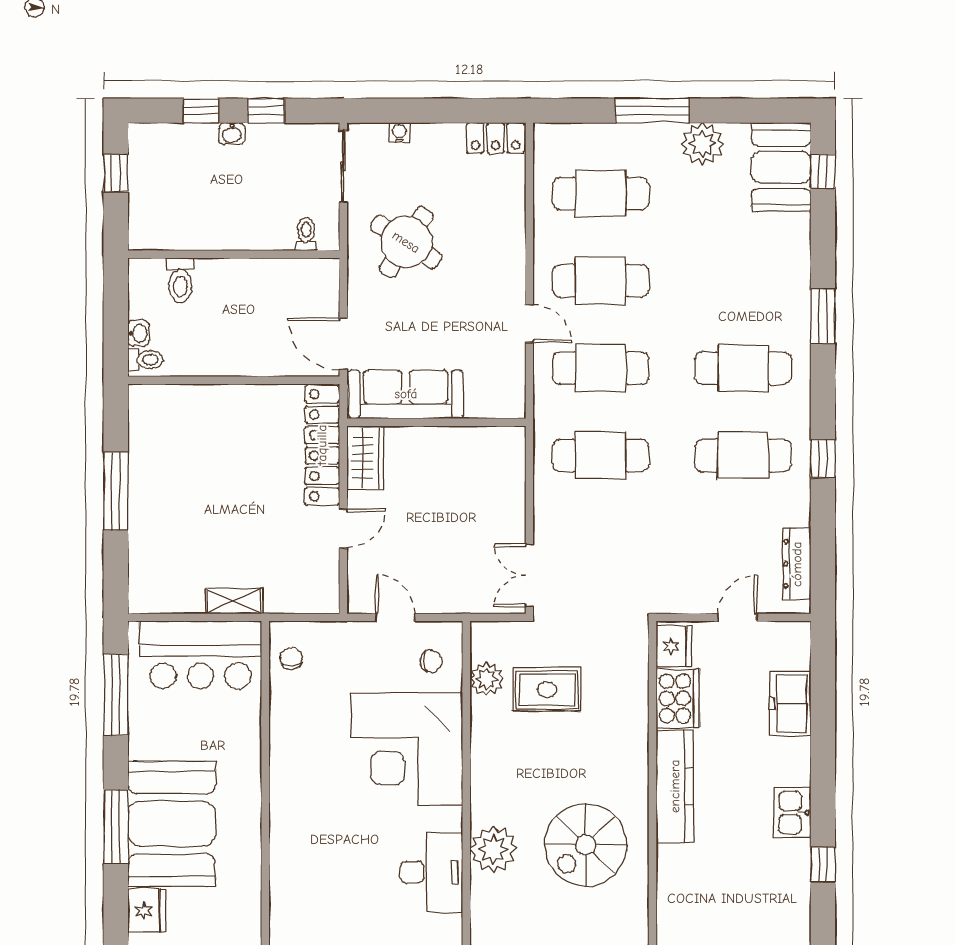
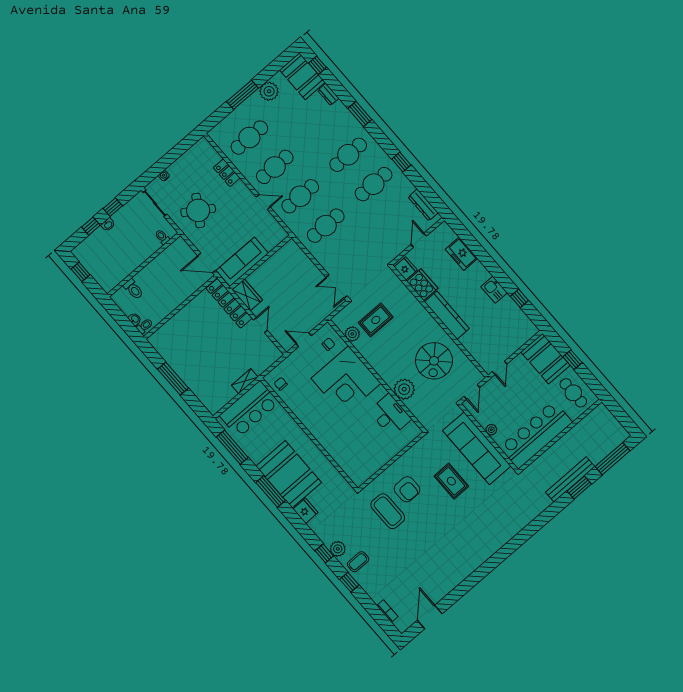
locker: (495, 138) -> (227, 173), moved, turned 90
dresser: (798, 236) -> (328, 94), added

